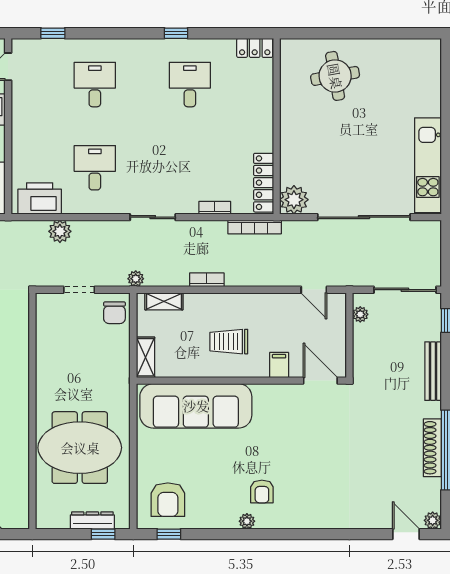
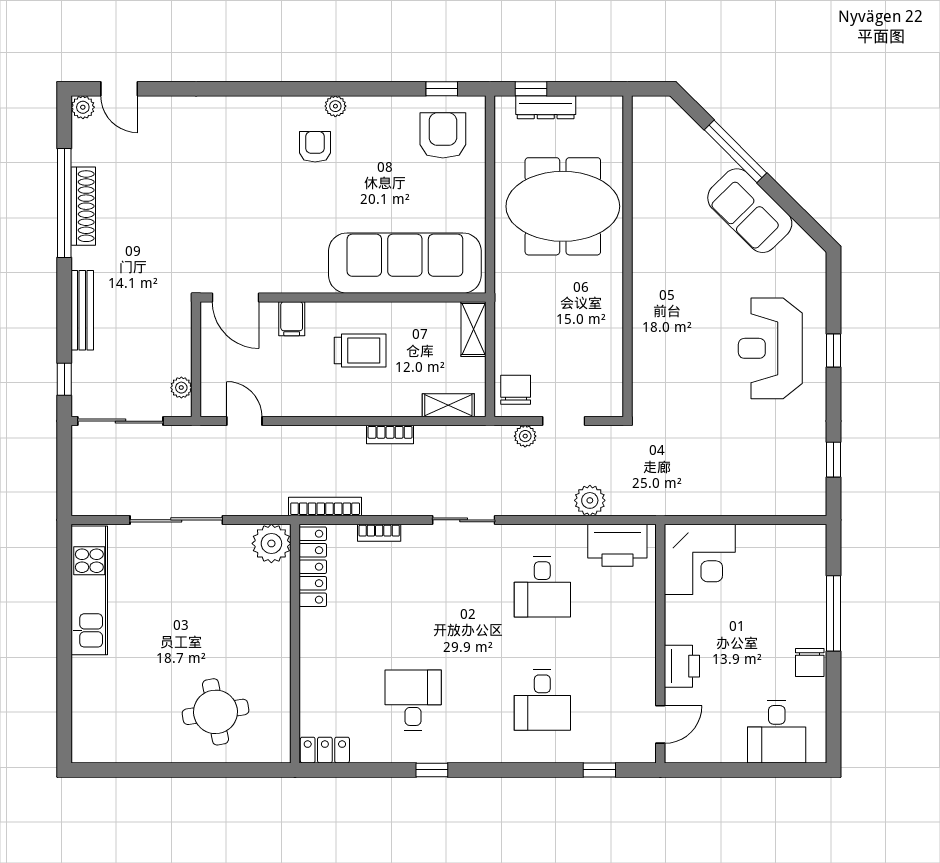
desk: (190, 85) -> (413, 700), turned 180
sliding door: (364, 217) -> (176, 520), width x0.73
plant: (136, 279) -> (525, 436), moved

